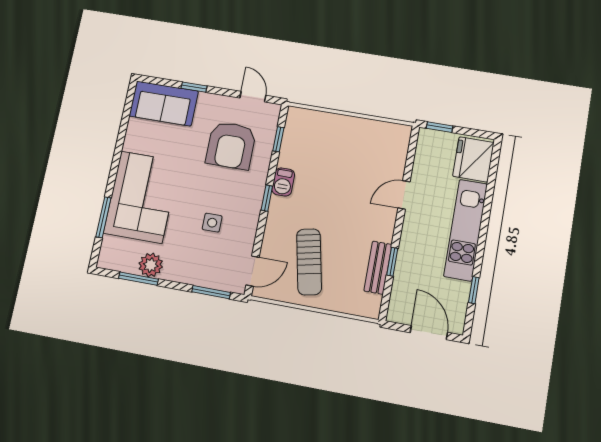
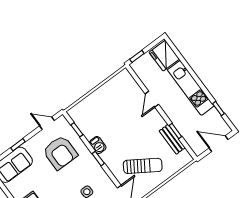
sun lounger: (309, 262) -> (143, 166), turned -45

